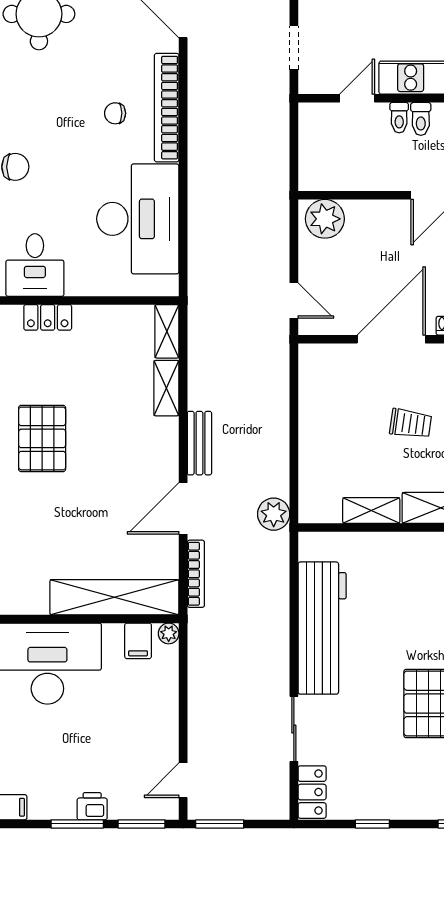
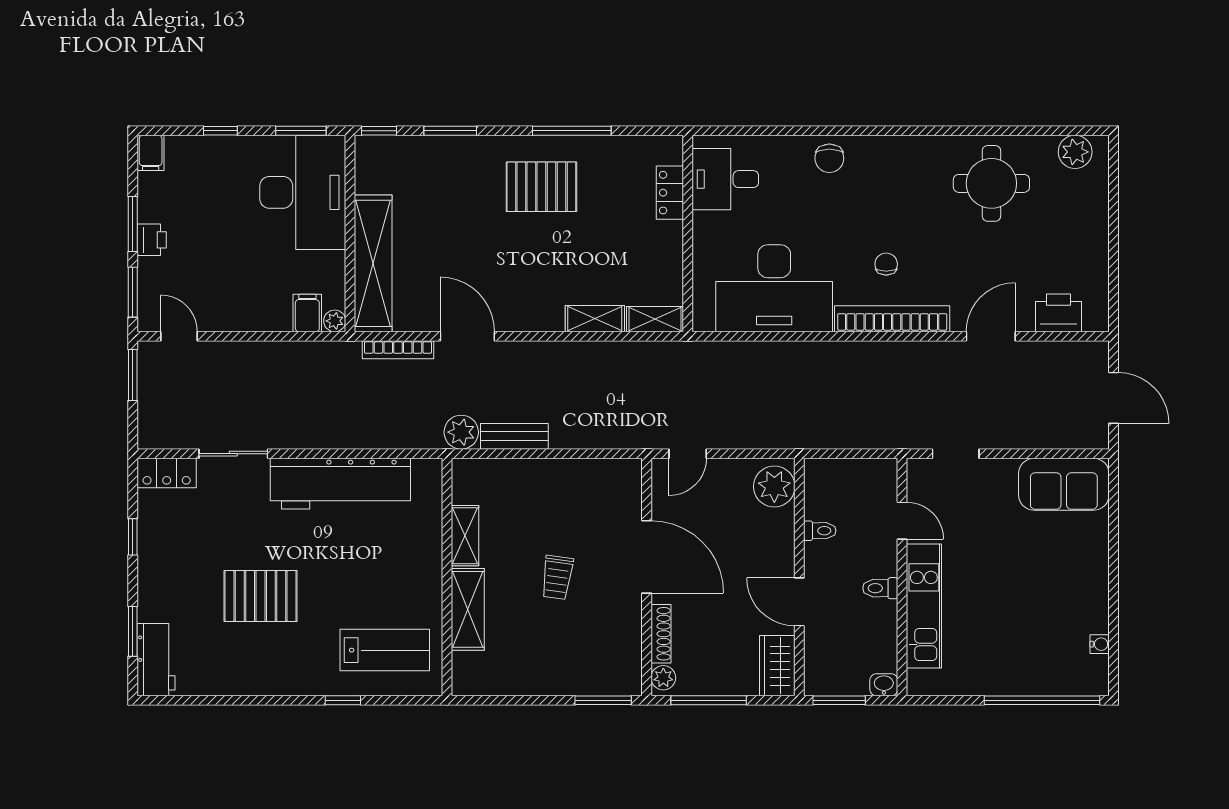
toilet: (399, 118) -> (820, 531), moved, turned 180
bench: (199, 443) -> (514, 436), moved
filing cabinet: (138, 641) -> (307, 313), moved, turned 90

